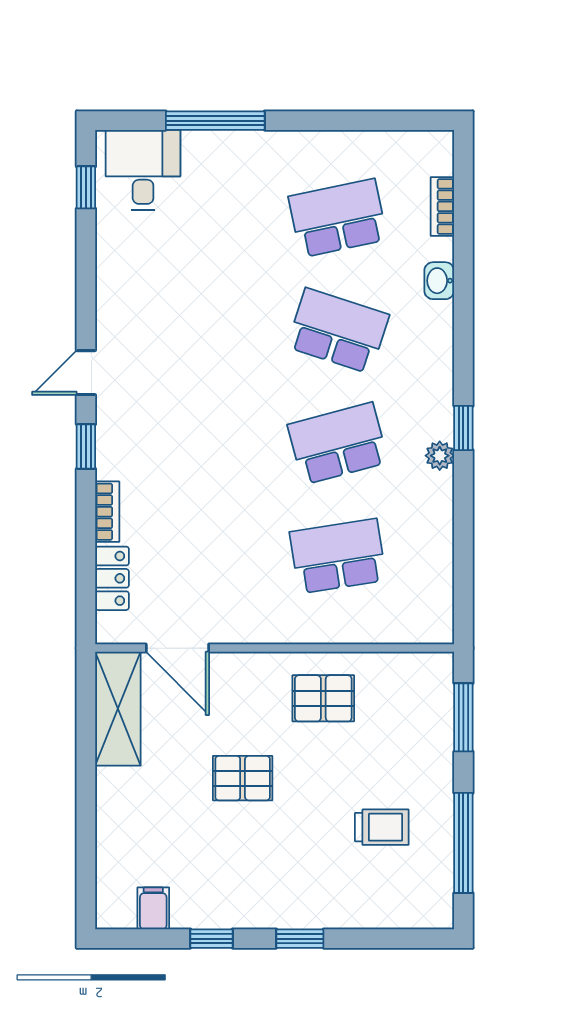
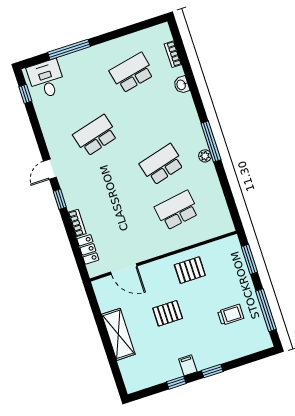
school desk: (338, 331) -> (95, 135), moved, turned -33
window: (463, 428) -> (211, 142), width x2.17
shelving: (118, 709) -> (118, 334), moved
filing cabinet: (153, 908) -> (188, 365), moved

